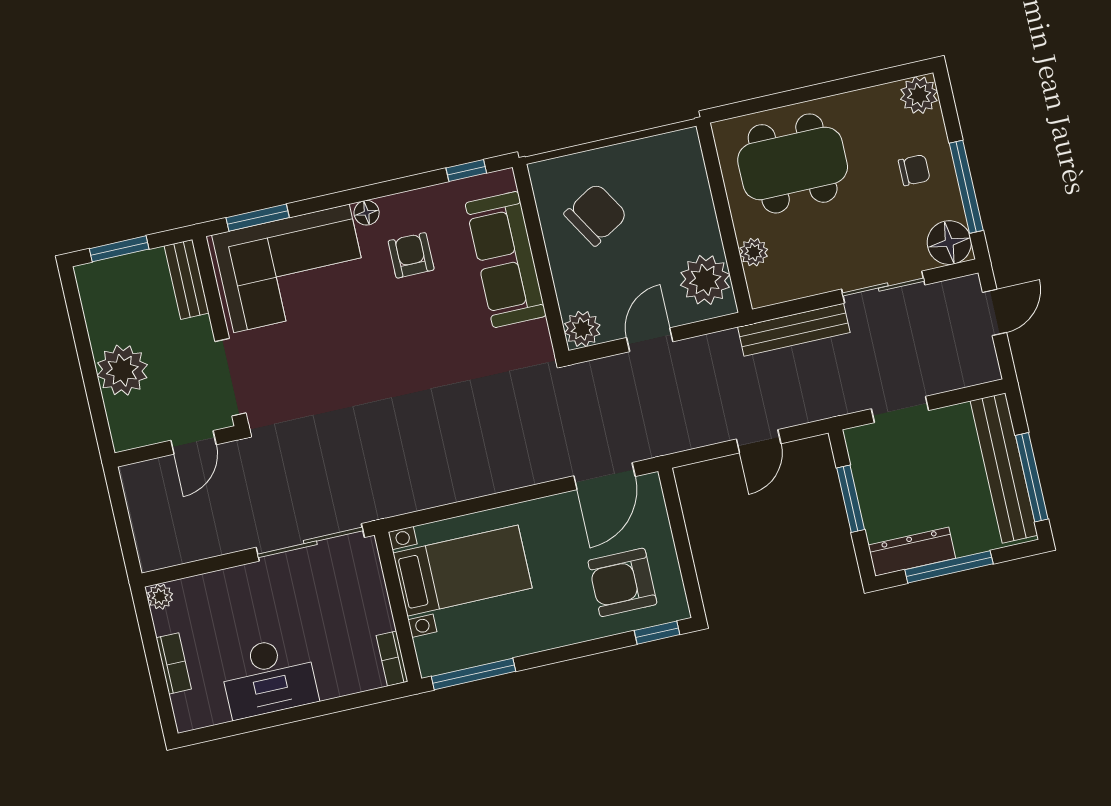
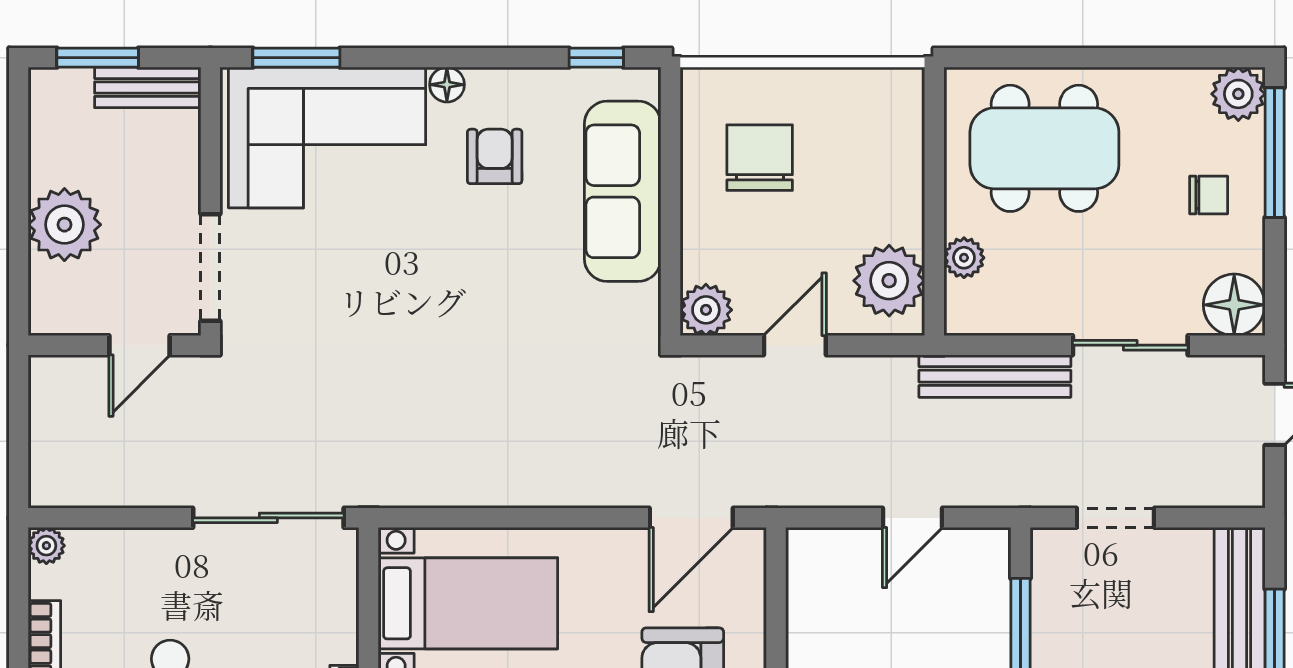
window: (966, 187) -> (1275, 153), moved
chair: (596, 215) -> (760, 158), turned -59
bench: (187, 279) -> (148, 87), moved, turned 90

